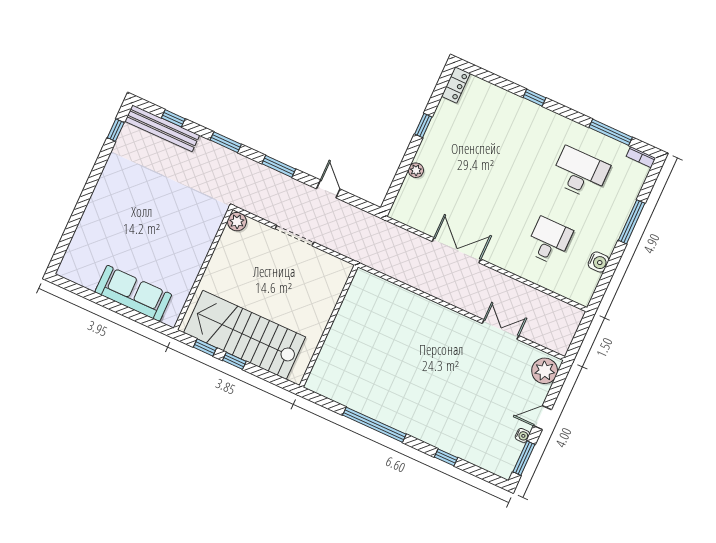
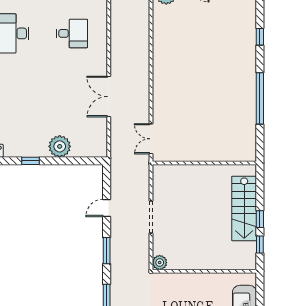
plant: (416, 170) -> (60, 146), width x1.88, depth x1.88
desk: (549, 241) -> (72, 33), turned 180
double door: (500, 329) -> (151, 139), moved
stairs: (245, 335) -> (244, 208), width x0.73, depth x0.66

